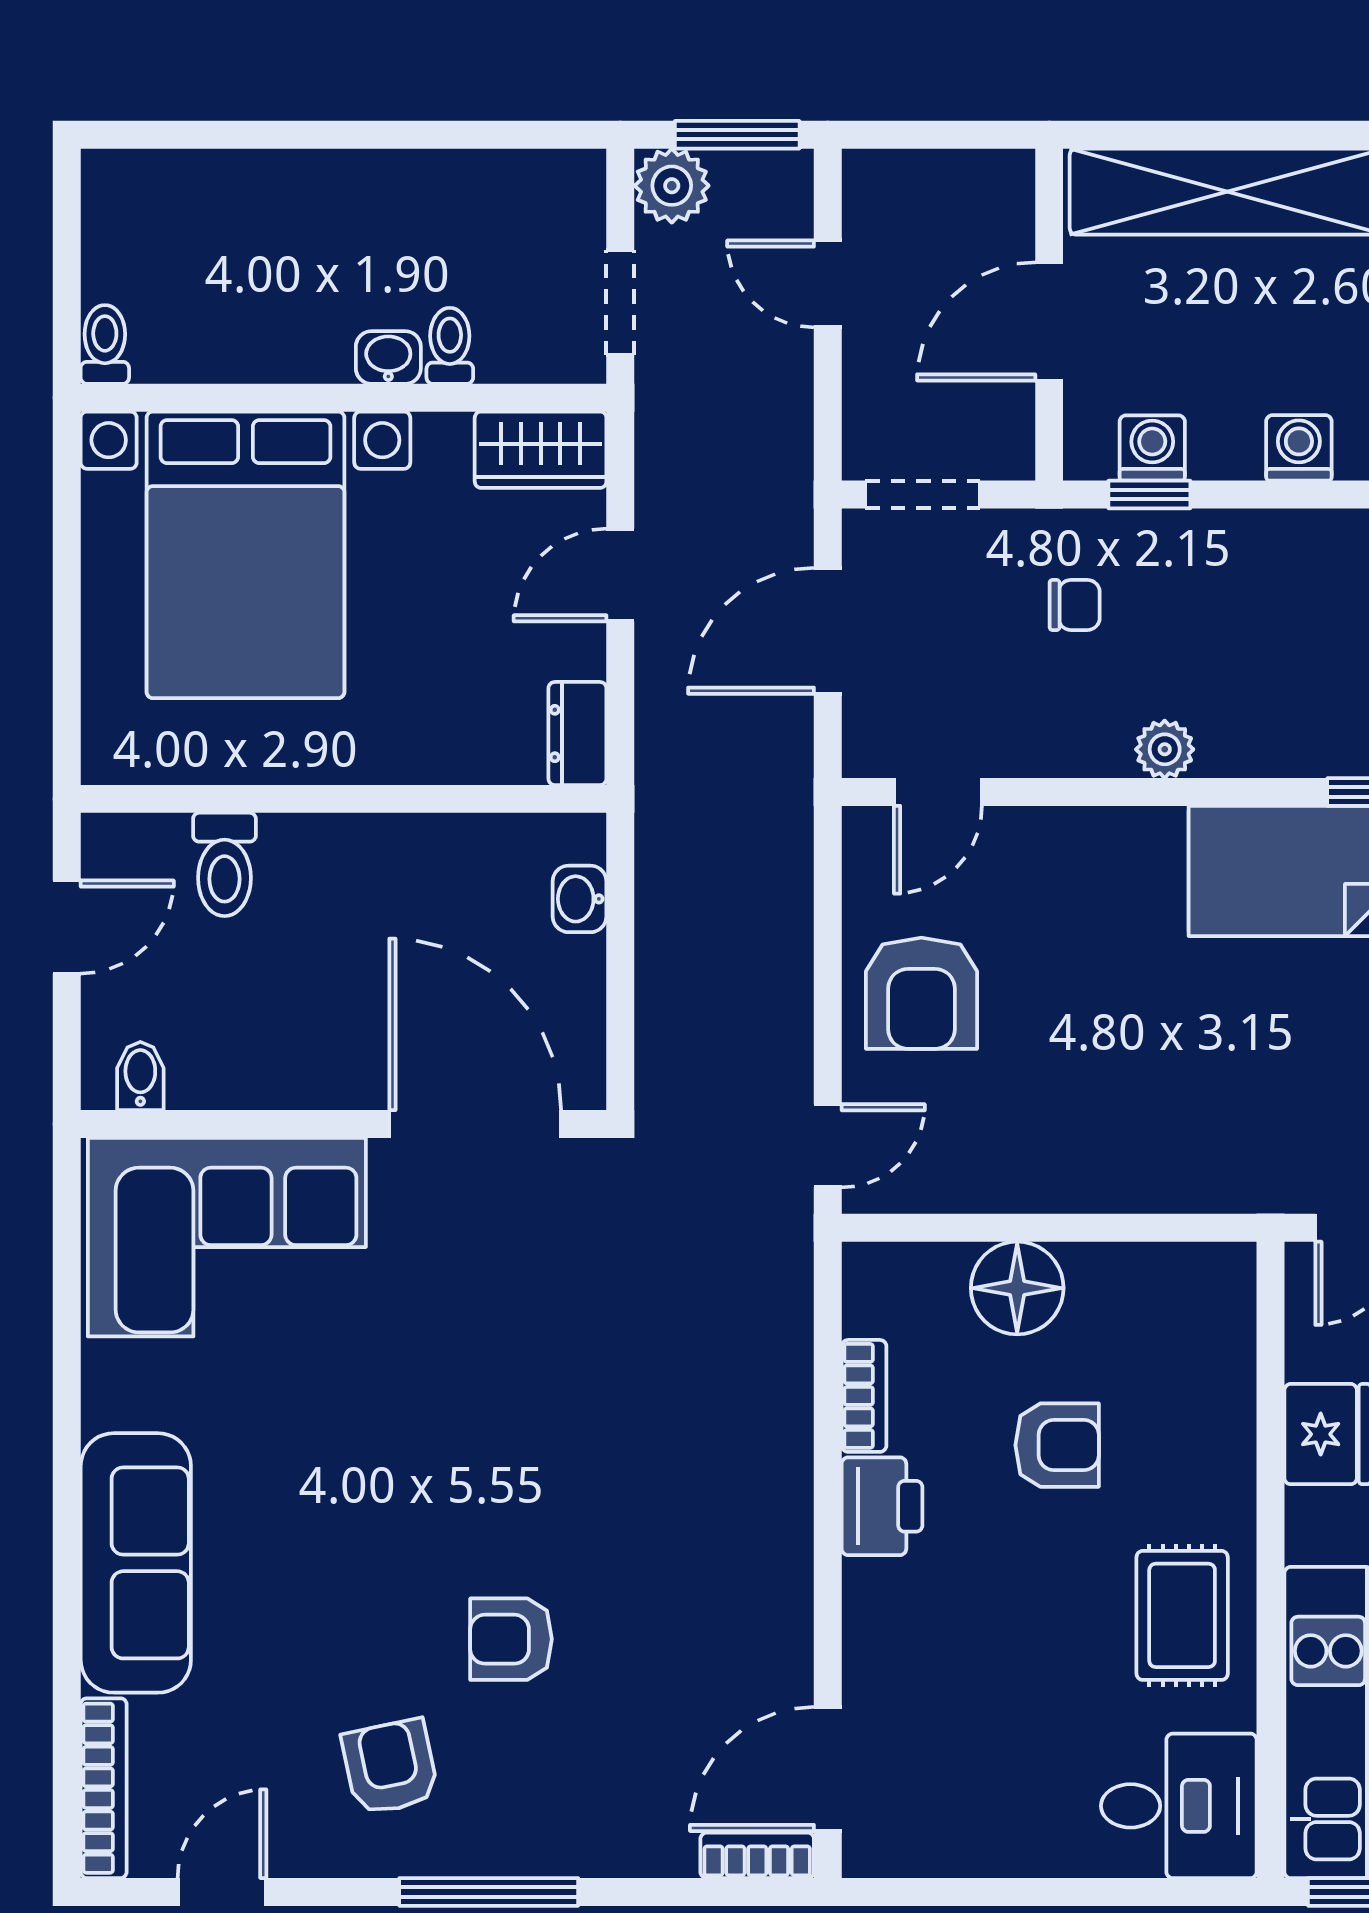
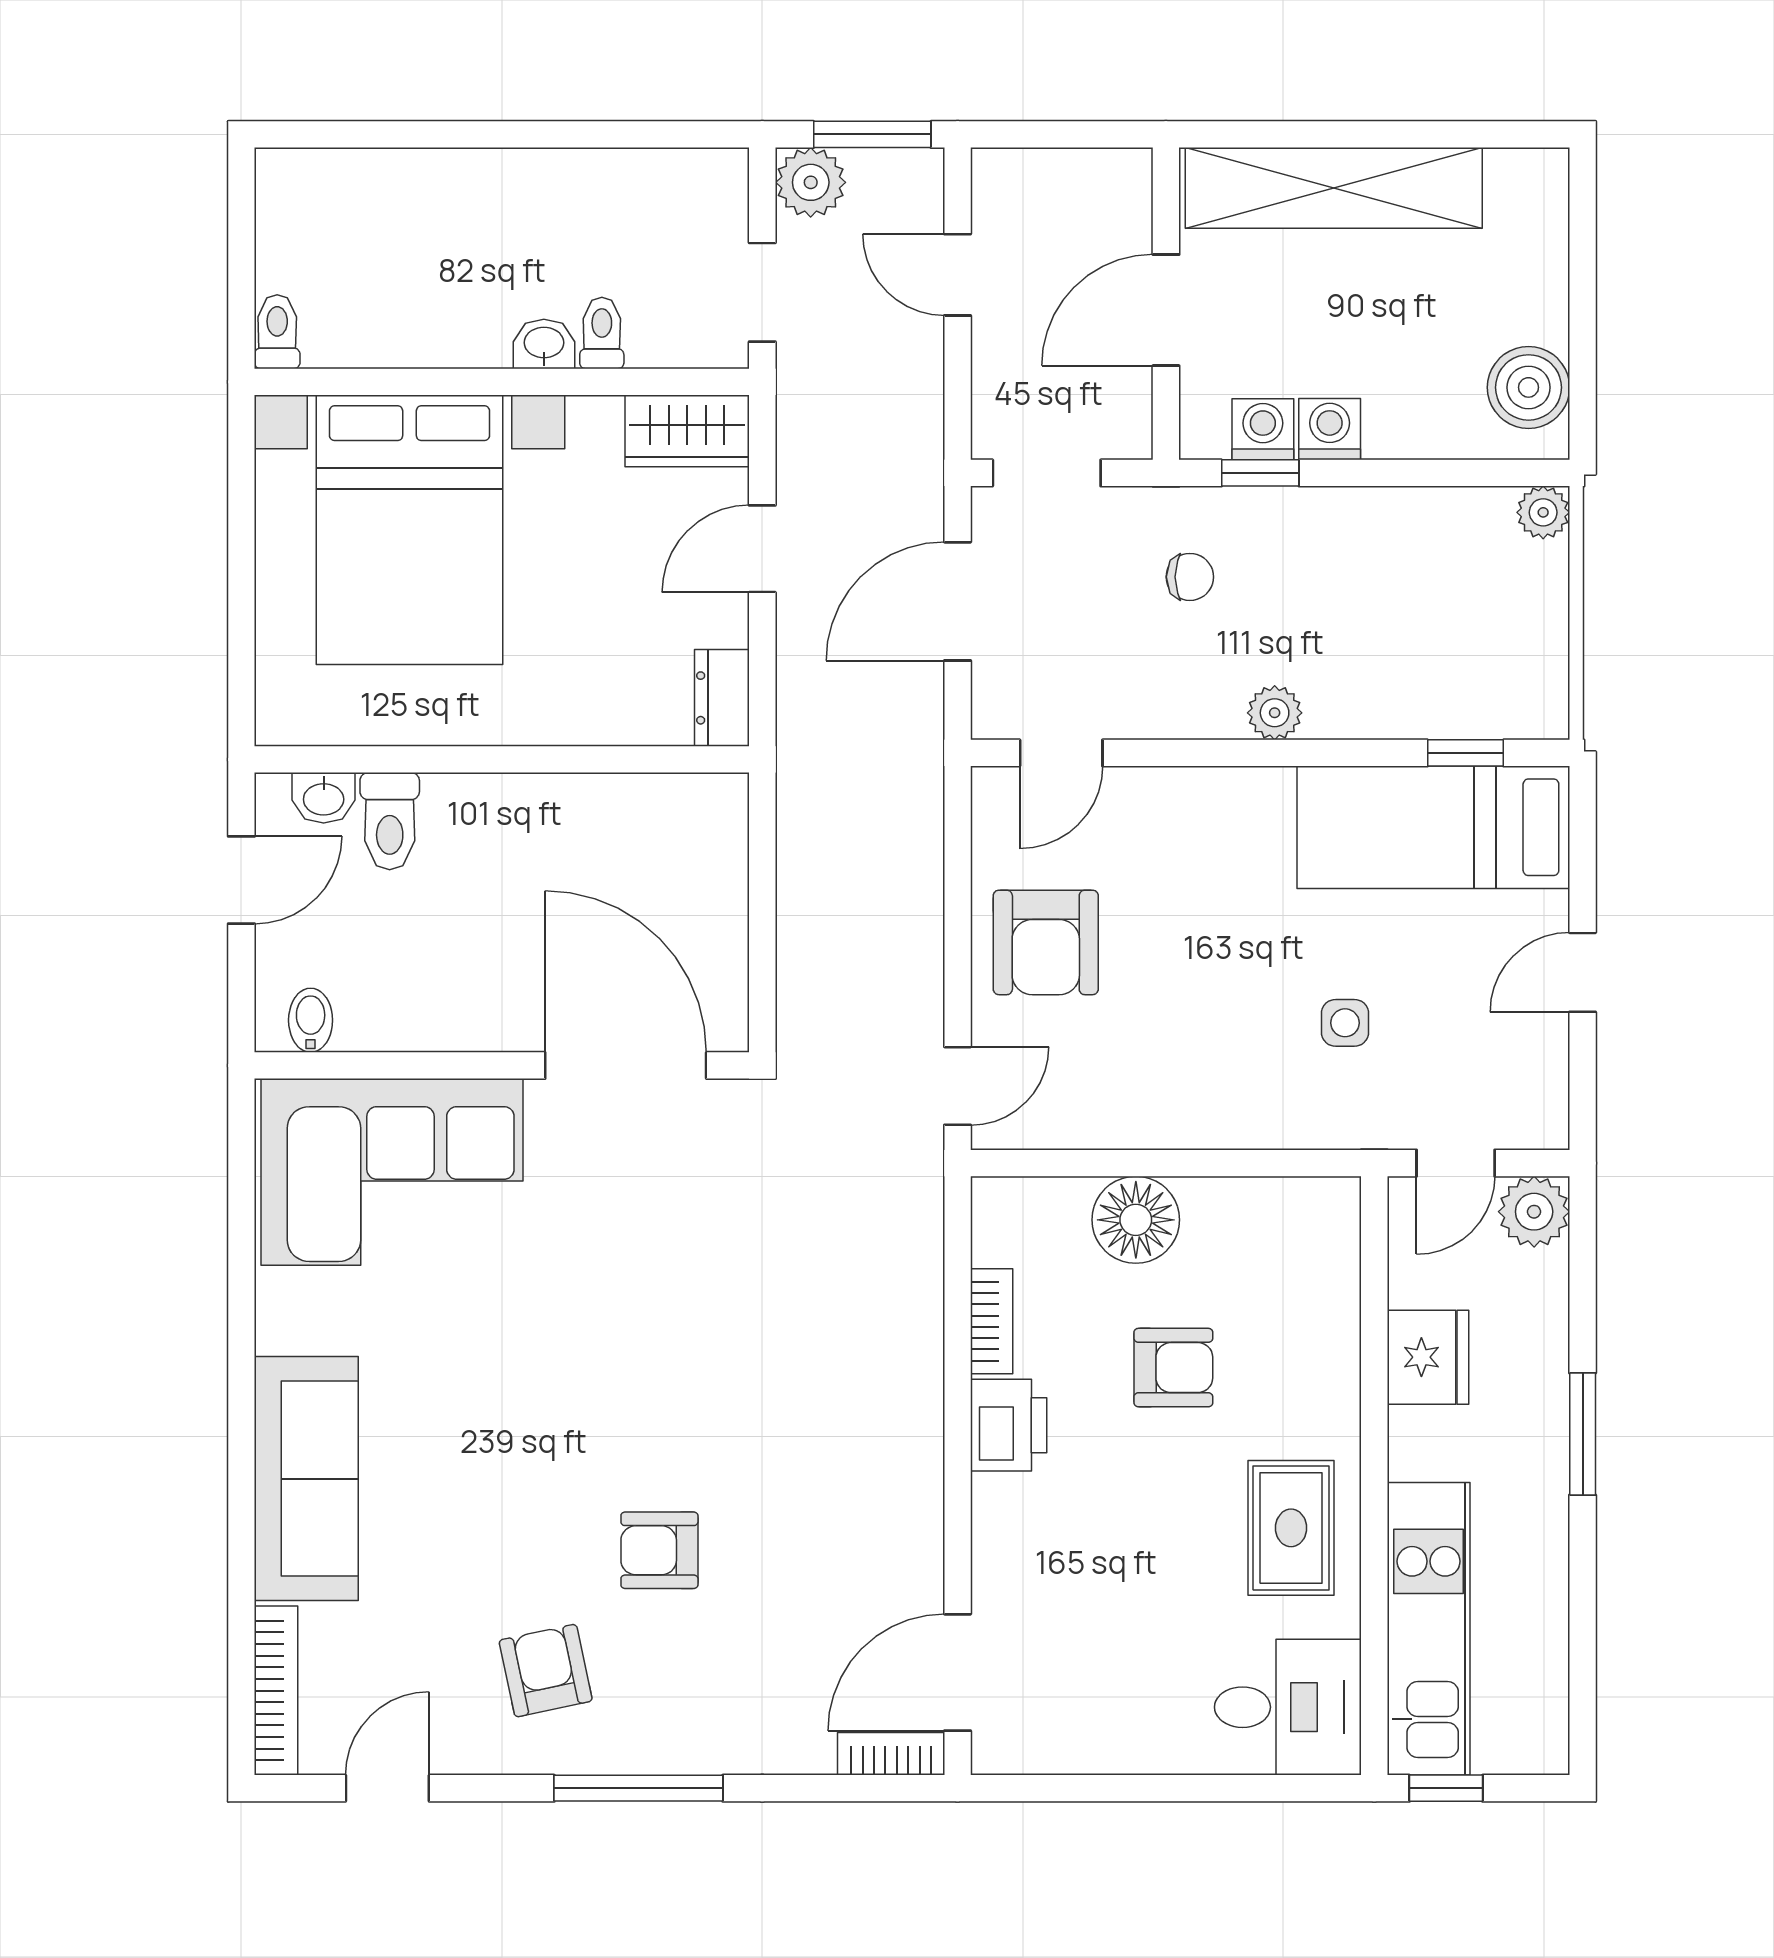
washing machine: (1299, 448) -> (1330, 429), moved
washbasin: (579, 899) -> (324, 798), moved, turned -90
side table: (1239, 1079) -> (1345, 1023), added

